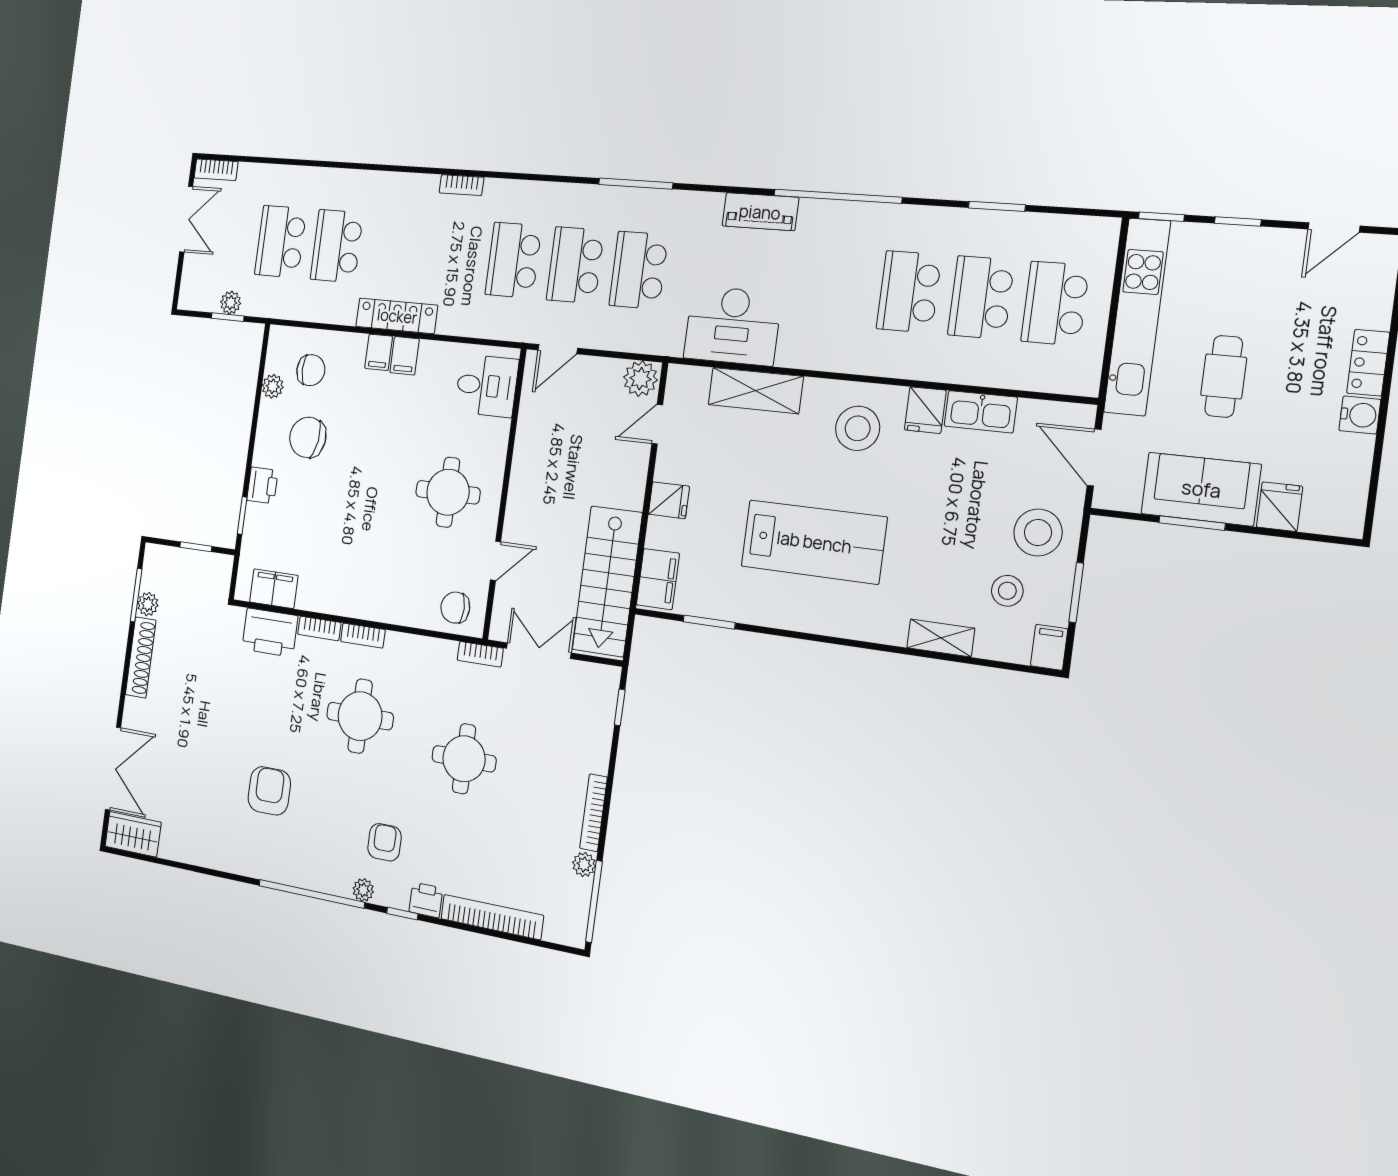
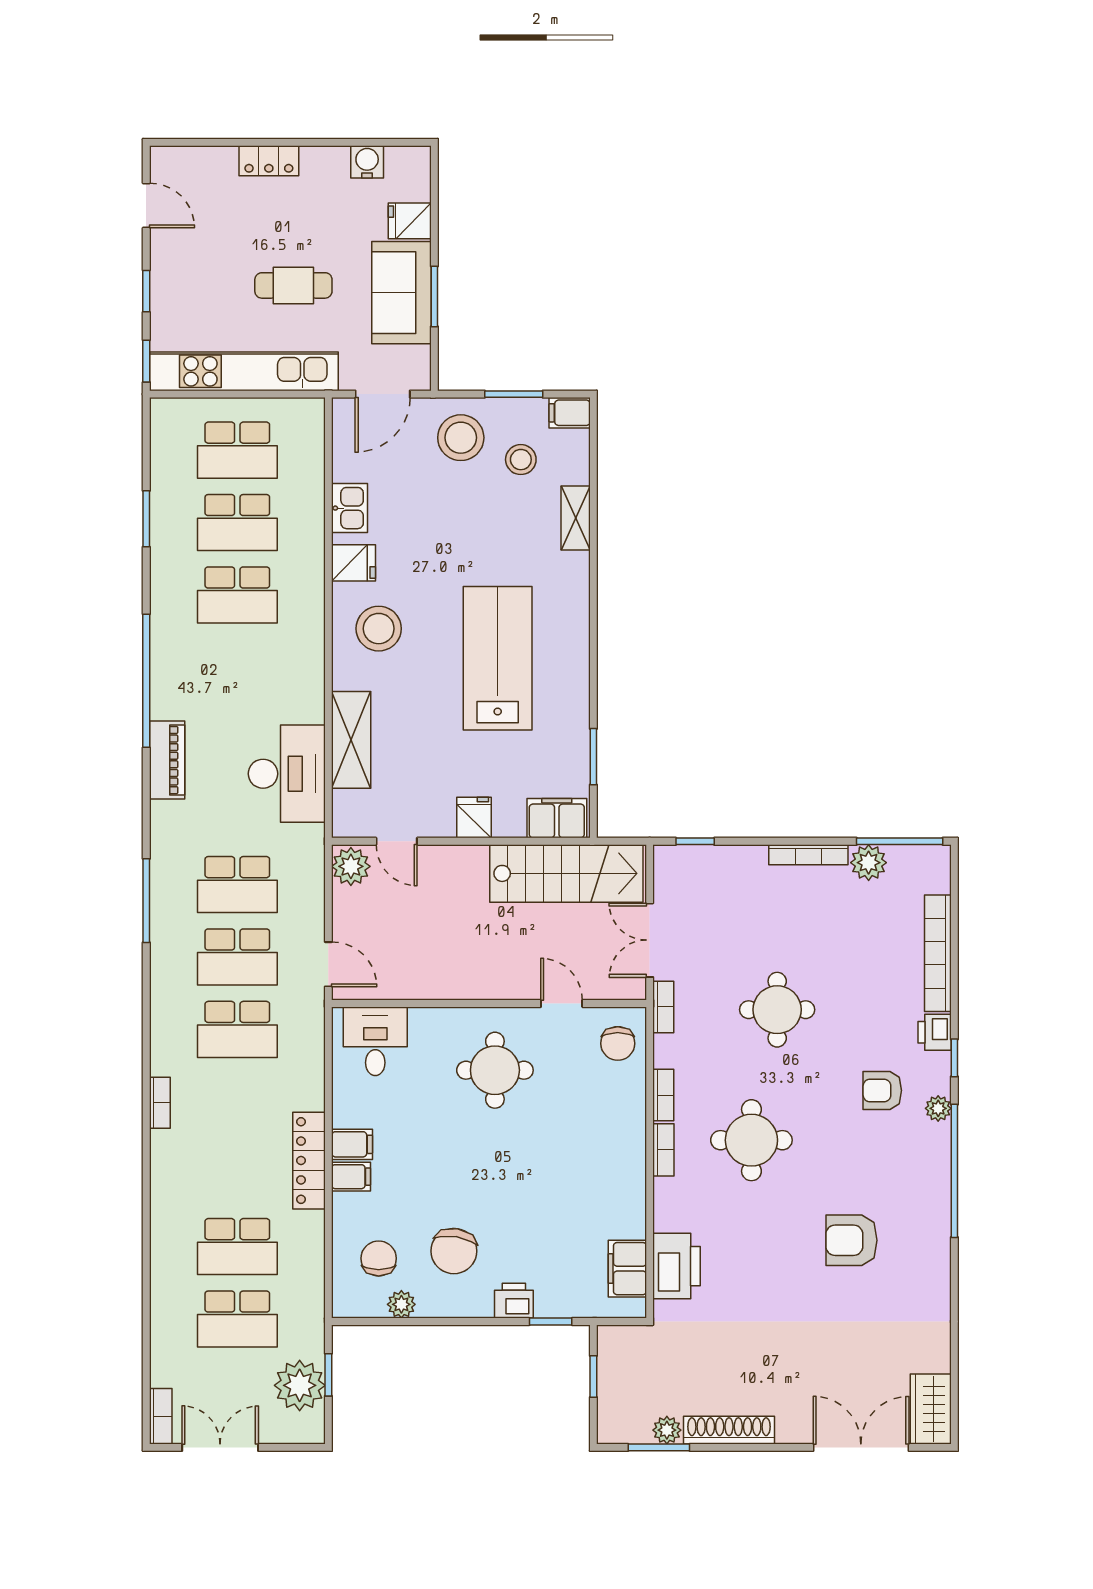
plant: (231, 303) -> (300, 1385), width x1.87, depth x1.87
kitchen sink: (981, 412) -> (350, 508), width x0.73
water cooler: (1360, 415) -> (367, 162), moved
bookcase: (319, 628) -> (663, 1095), moved
plant: (584, 864) -> (869, 863), width x1.38, depth x1.38

